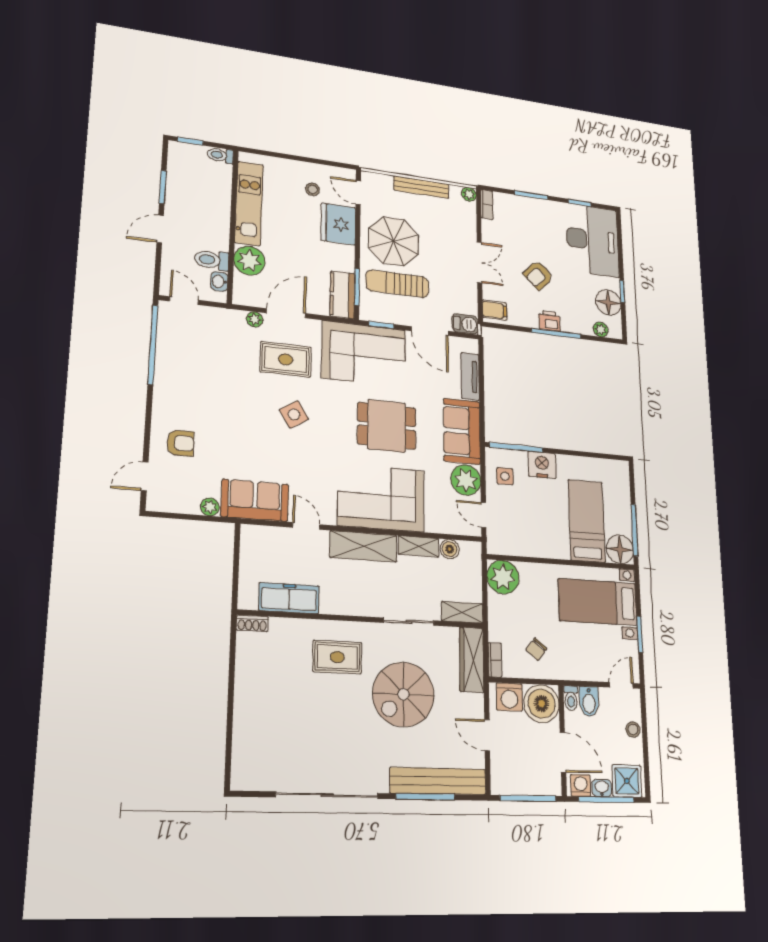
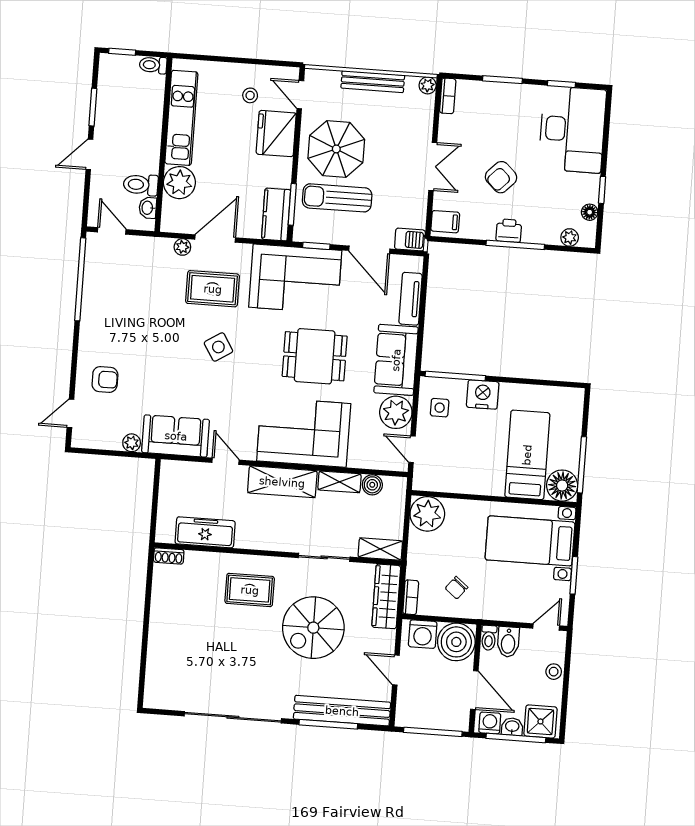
floor lamp: (608, 302) -> (590, 212), width x0.53, depth x0.53

